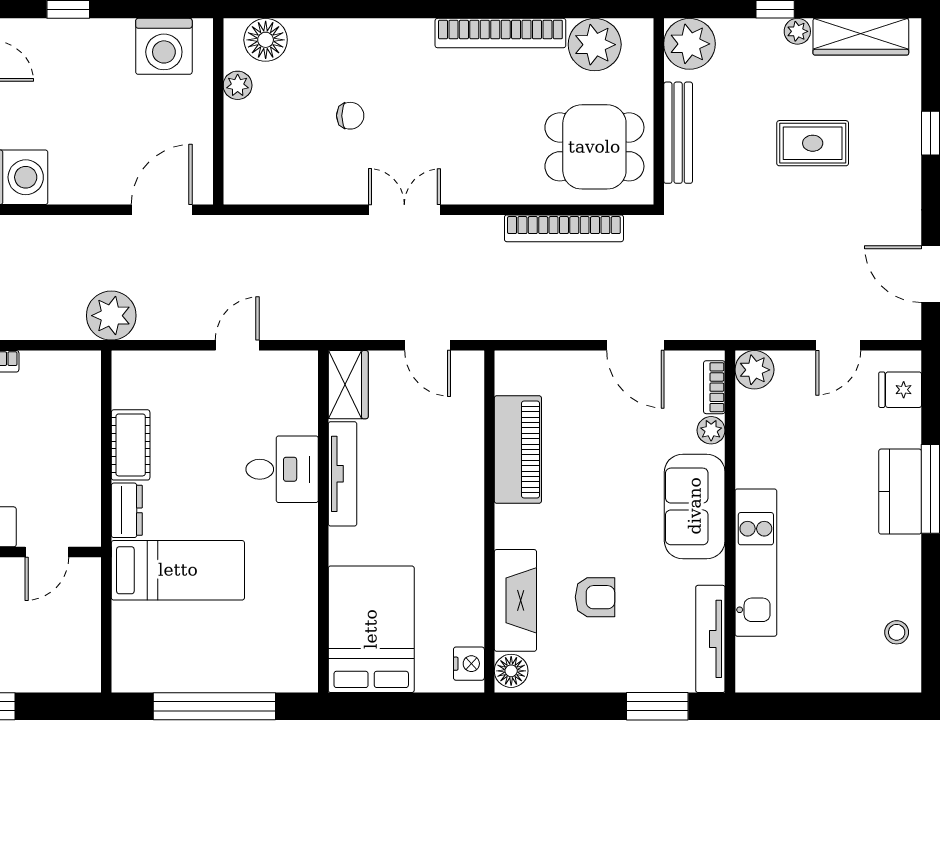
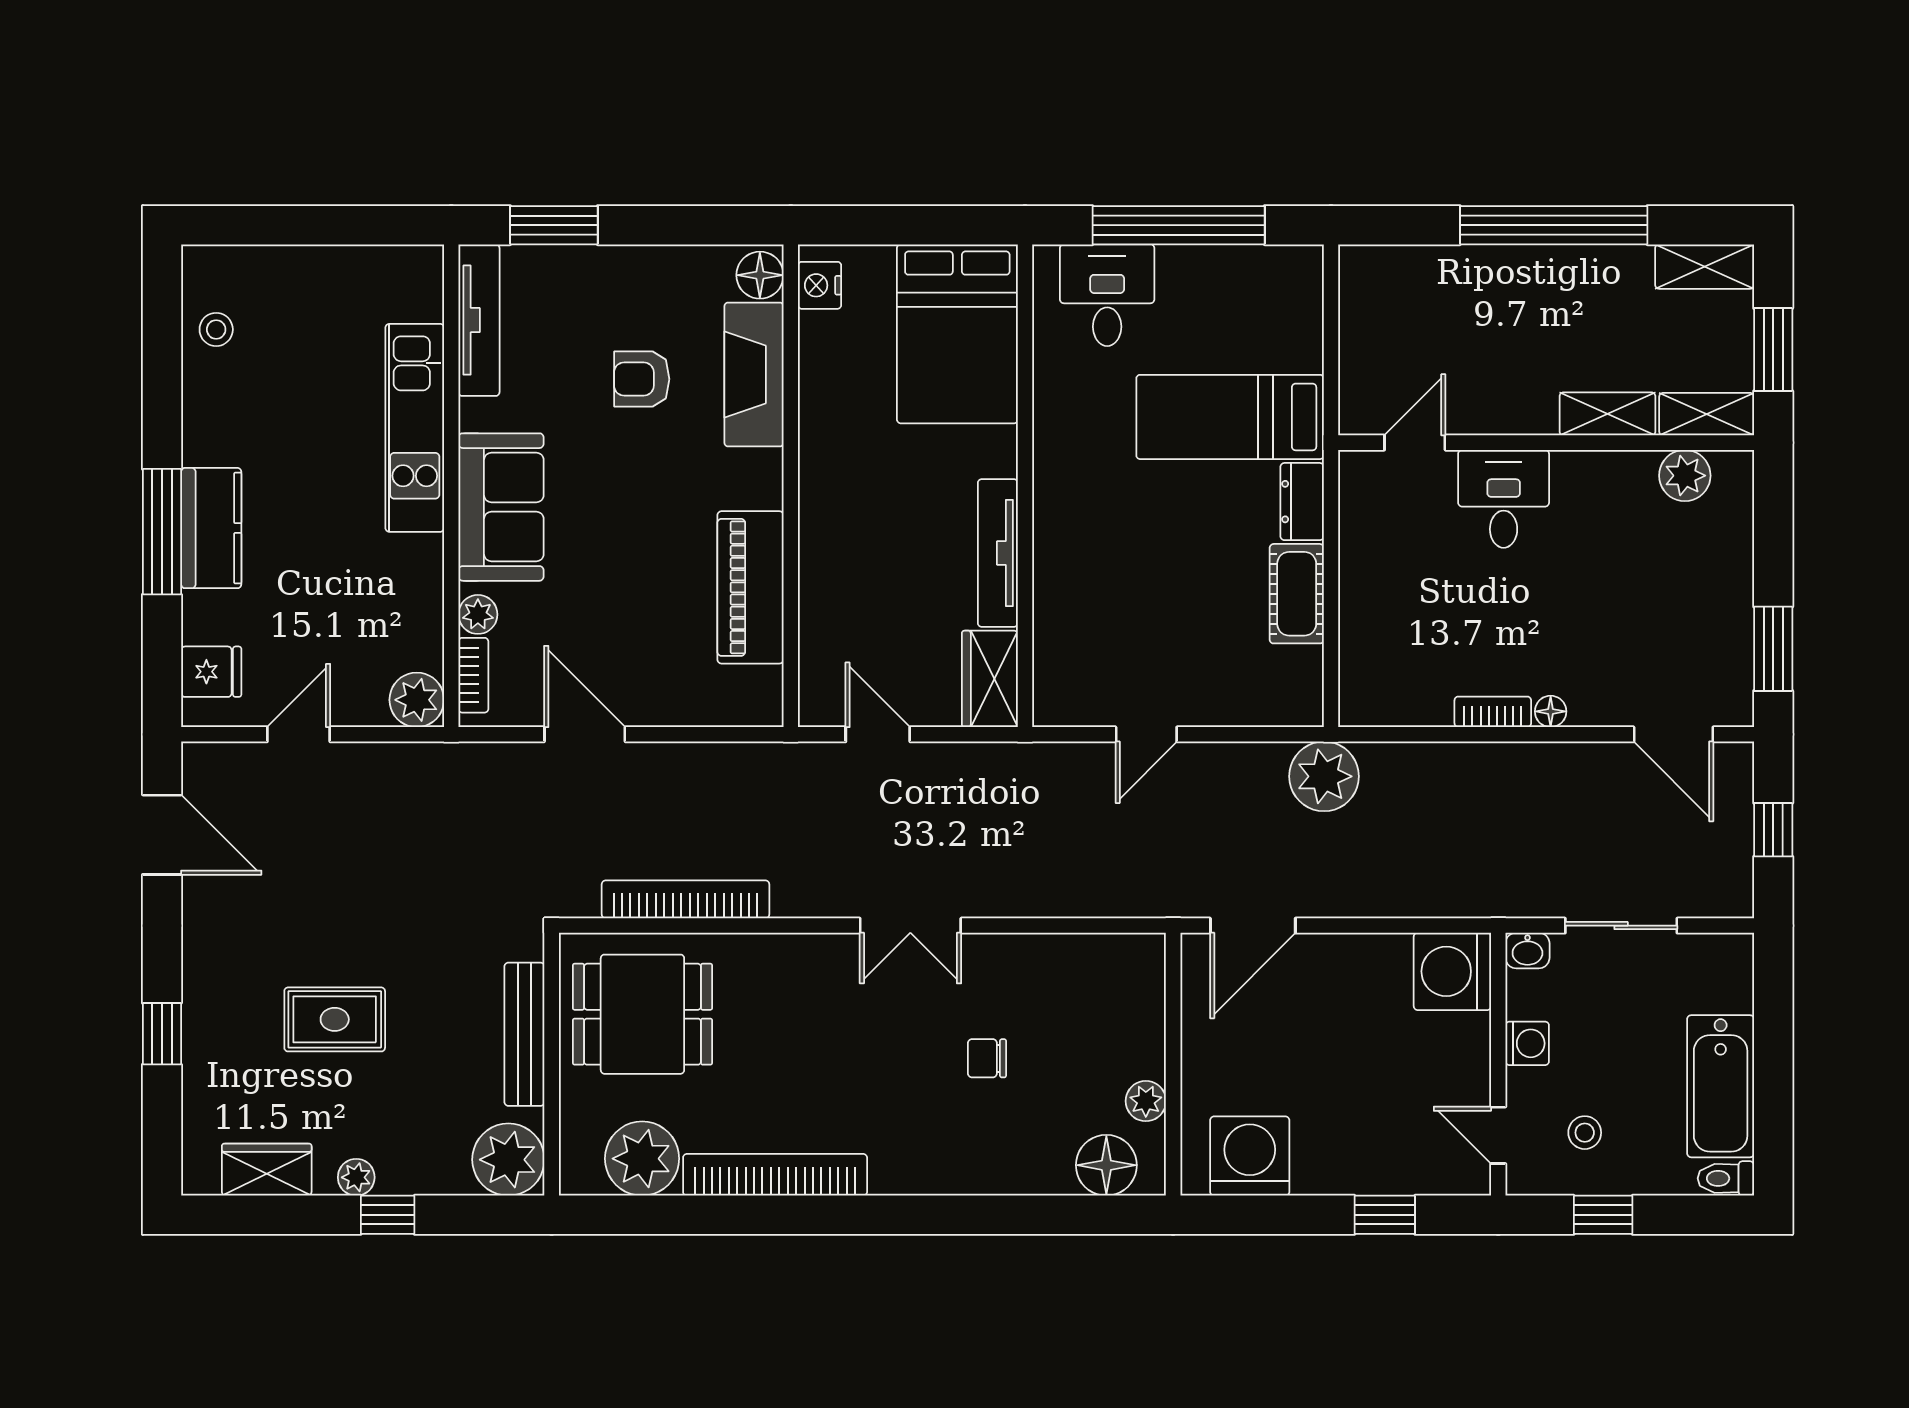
wardrobe: (861, 37) -> (267, 1170), width x0.67
desk: (282, 469) -> (1107, 295), moved, turned 90

